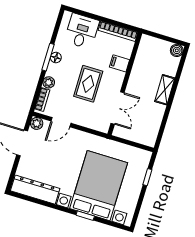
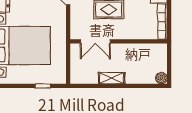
filing cabinet: (120, 63) -> (135, 32), removed
shelving: (165, 90) -> (112, 78), moved

